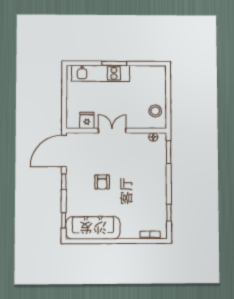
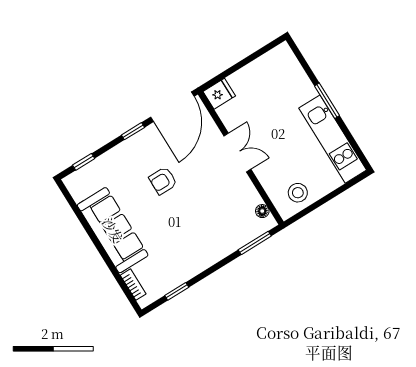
kitchen unit: (101, 73) -> (333, 139), moved
fridge: (87, 120) -> (219, 94), moved
door: (64, 151) -> (172, 107), swing flipped
sofa: (93, 228) -> (113, 230), moved

